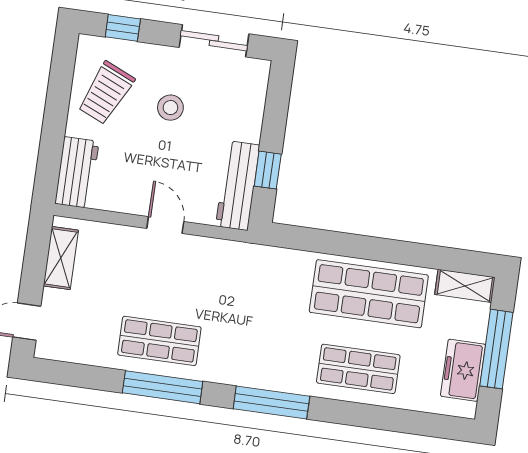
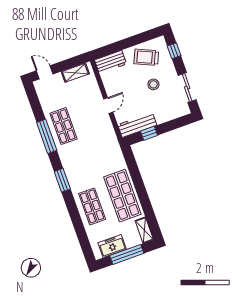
window: (271, 402) -> (62, 180), width x0.69

